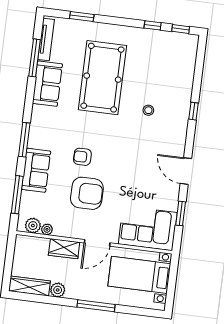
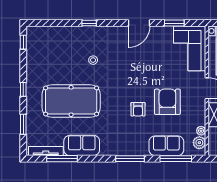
window: (153, 25) -> (23, 89), moved
sofa: (36, 170) -> (166, 146), moved

